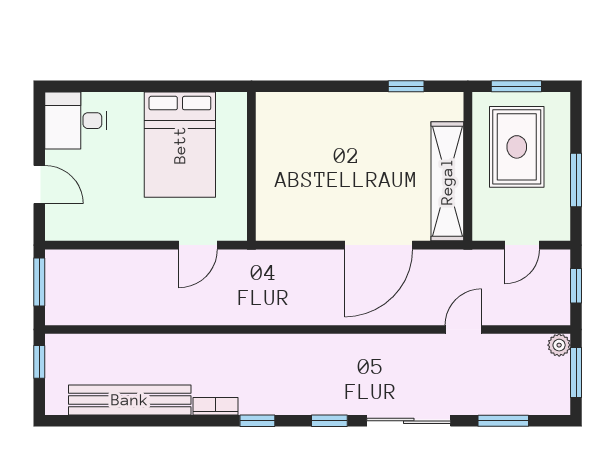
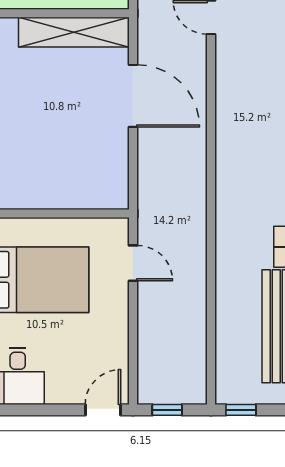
door: (39, 184) -> (103, 410), moved
window: (39, 282) -> (167, 410), width x0.67

